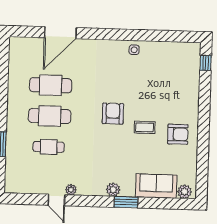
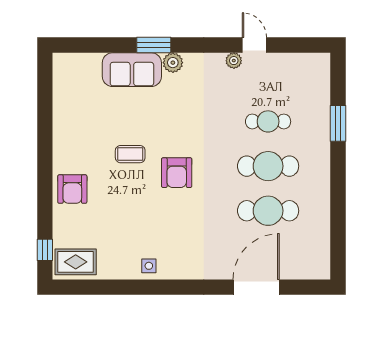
rug: (185, 54) -> (76, 262), added
armchair: (178, 134) -> (72, 189), moved, turned -90
sofa: (156, 186) -> (132, 70), moved
plant: (184, 192) -> (70, 63), removed

